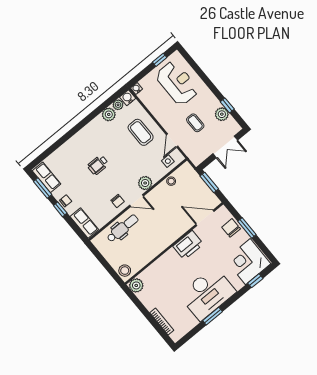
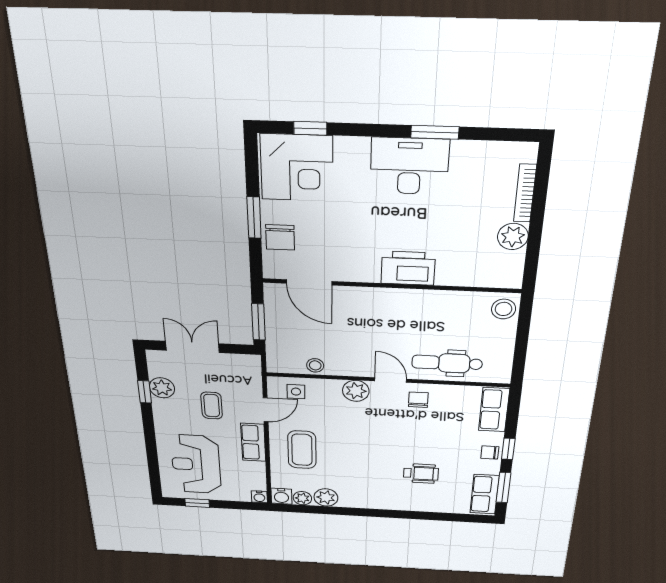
row of seats: (163, 118) -> (253, 442), added
wheelchair: (98, 165) -> (421, 473), moved
printer: (188, 245) -> (408, 268), moved
plant: (136, 285) -> (513, 237), moved
desk: (207, 293) -> (409, 166), width x0.73, depth x0.77

